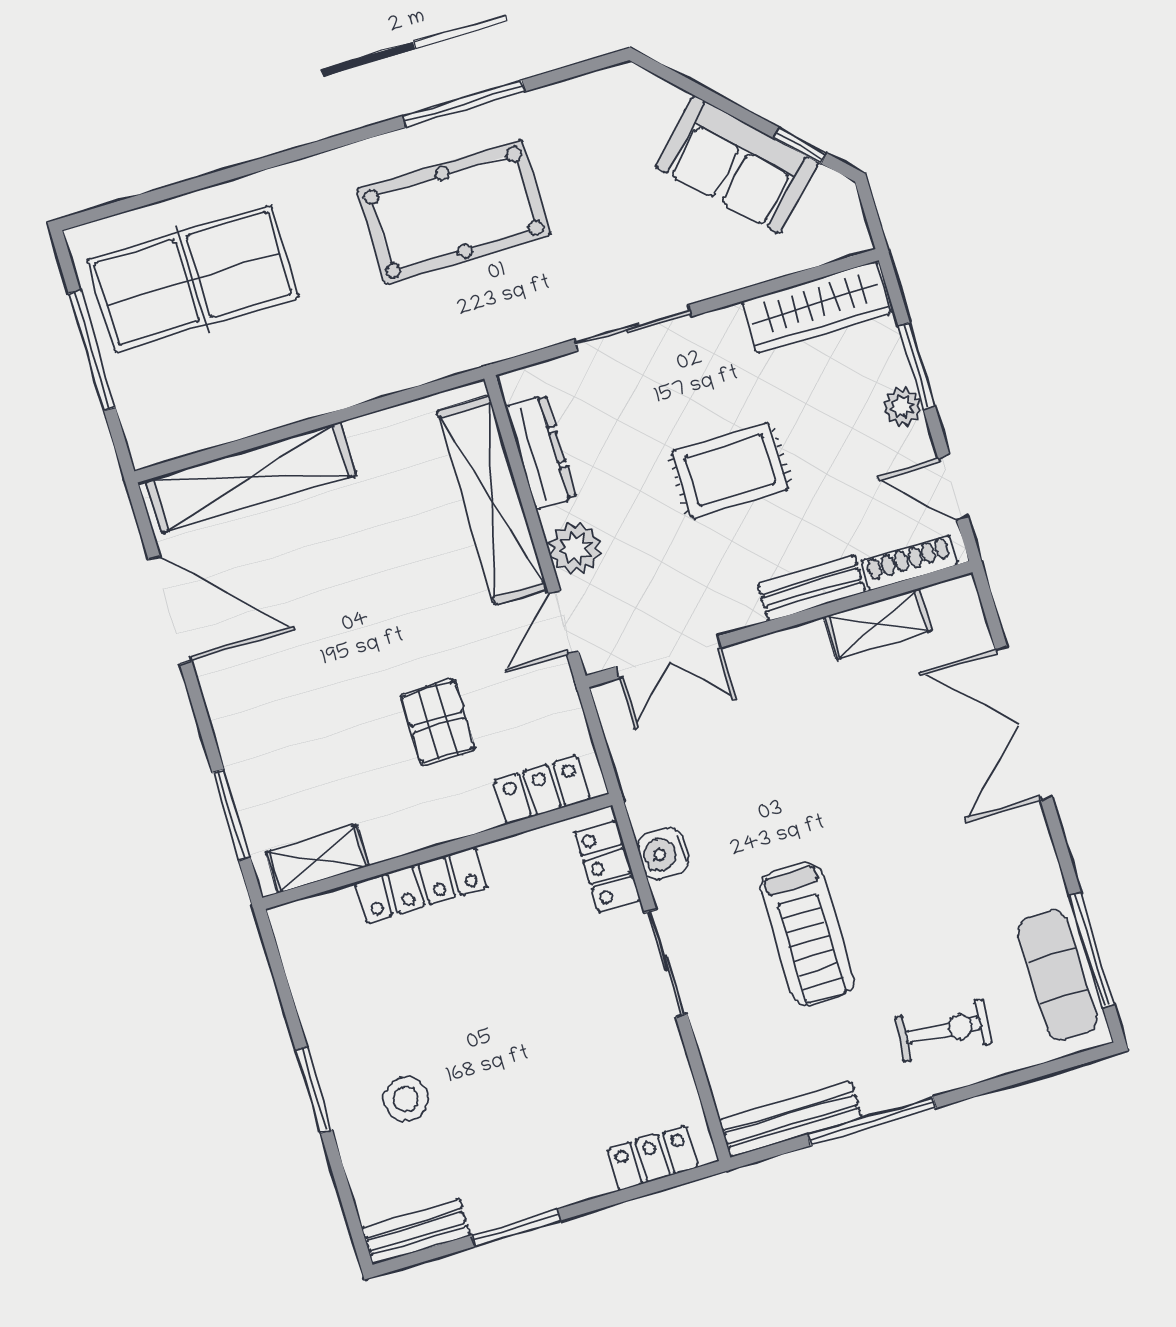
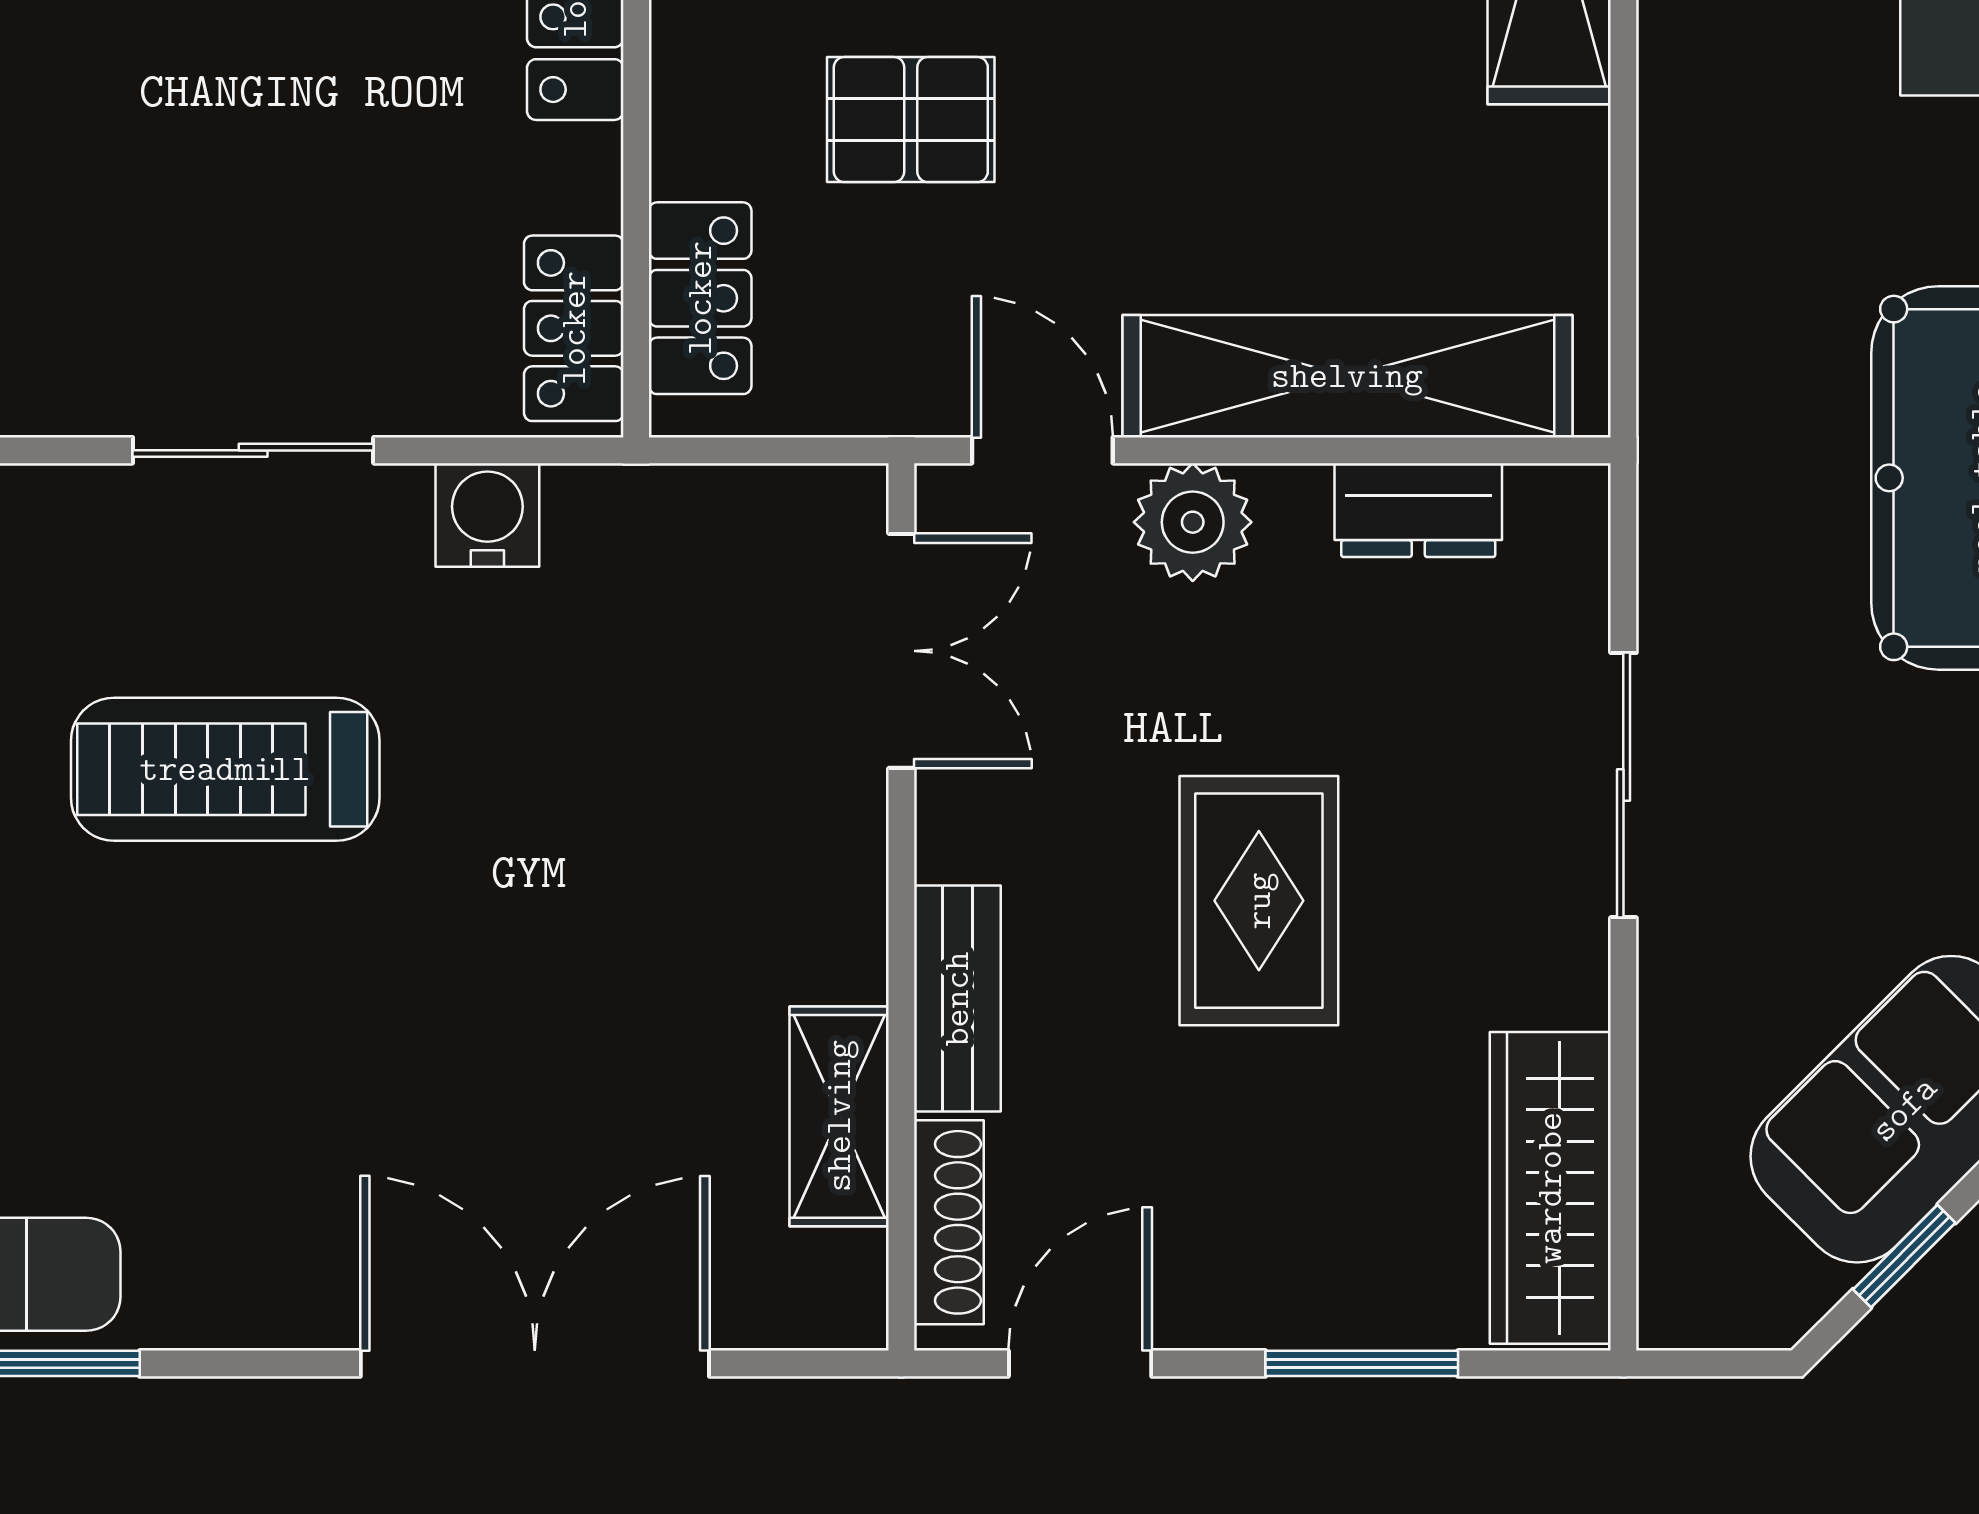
plant: (902, 407) -> (1285, 1307), removed
dresser: (541, 452) -> (1418, 510), width x0.70
double door: (668, 657) -> (901, 651), swing flipped
locker: (607, 866) -> (574, 328), moved, turned -90

